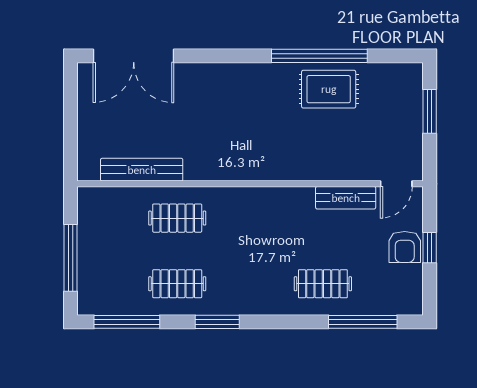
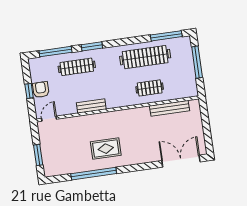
rug: (329, 89) -> (106, 149), moved
bench: (346, 198) -> (91, 106), moved
clothes rail: (177, 284) -> (145, 57), width x1.86, depth x1.31
clothes rail: (323, 284) -> (77, 67), width x1.36
window: (217, 322) -> (92, 46), moved

